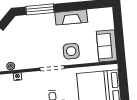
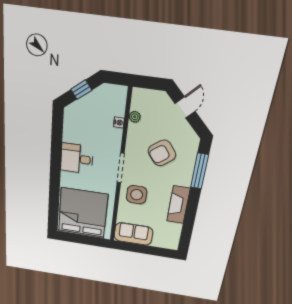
armchair: (33, 40) -> (162, 153), added

